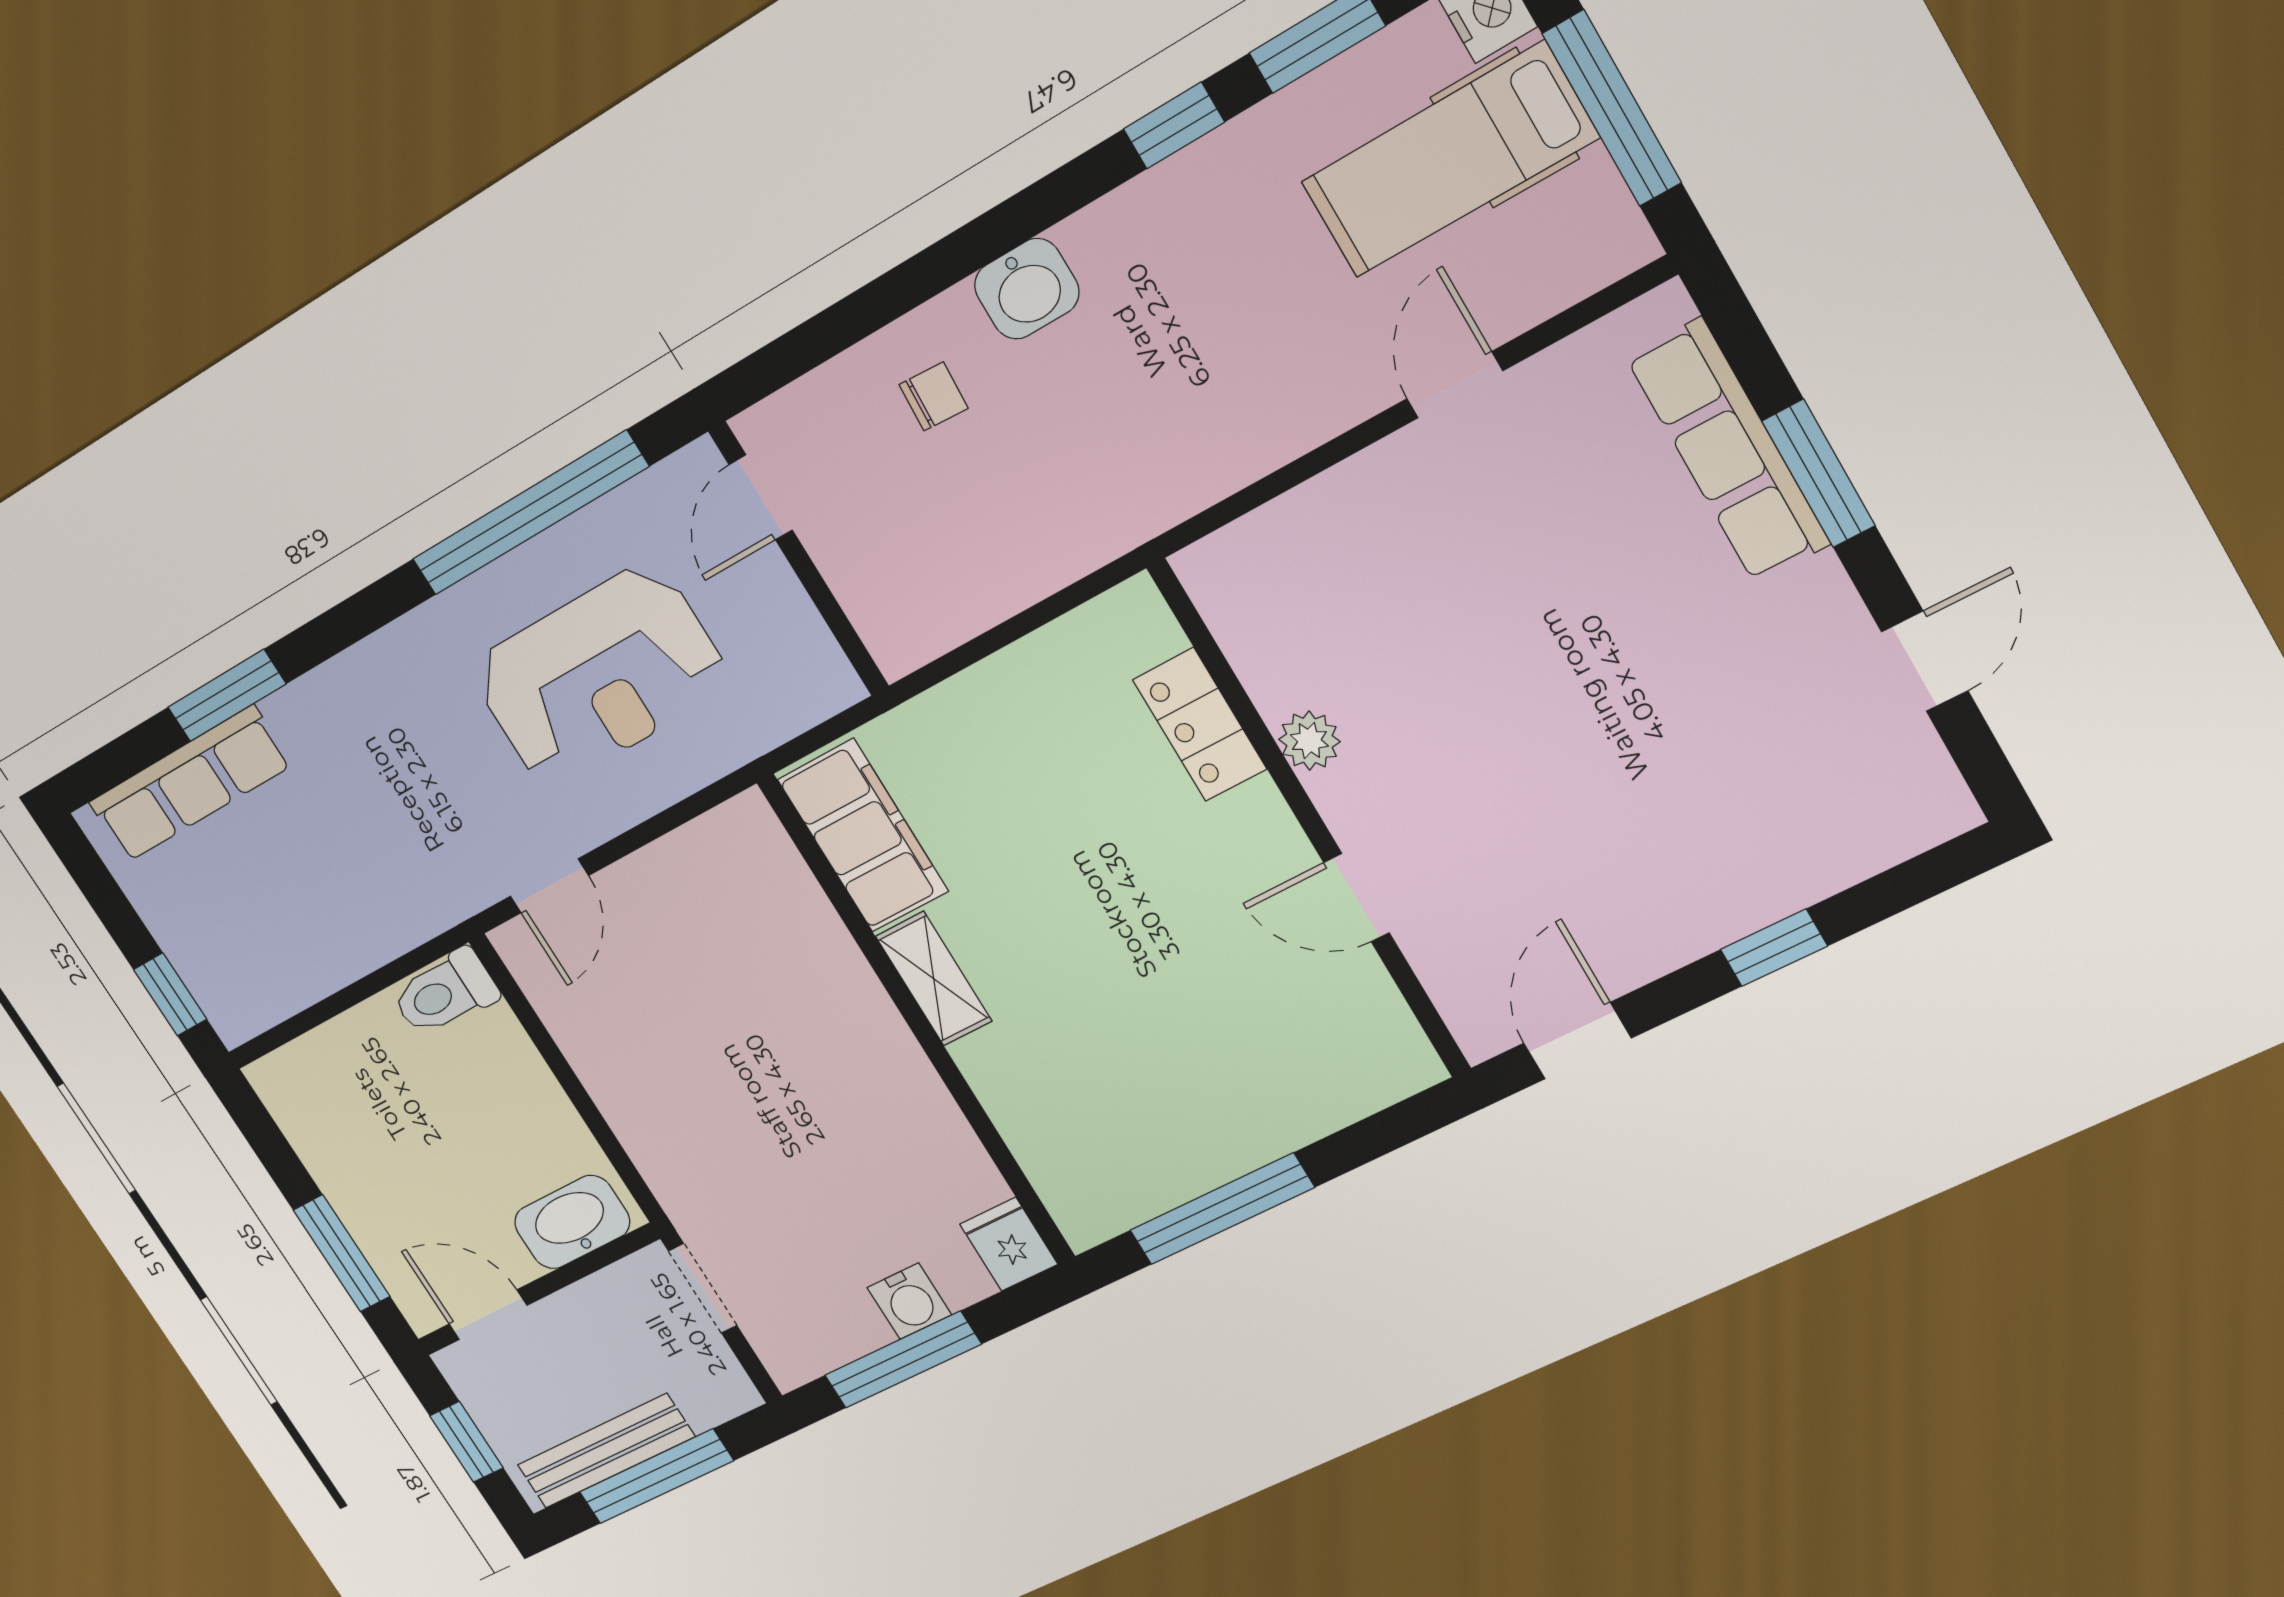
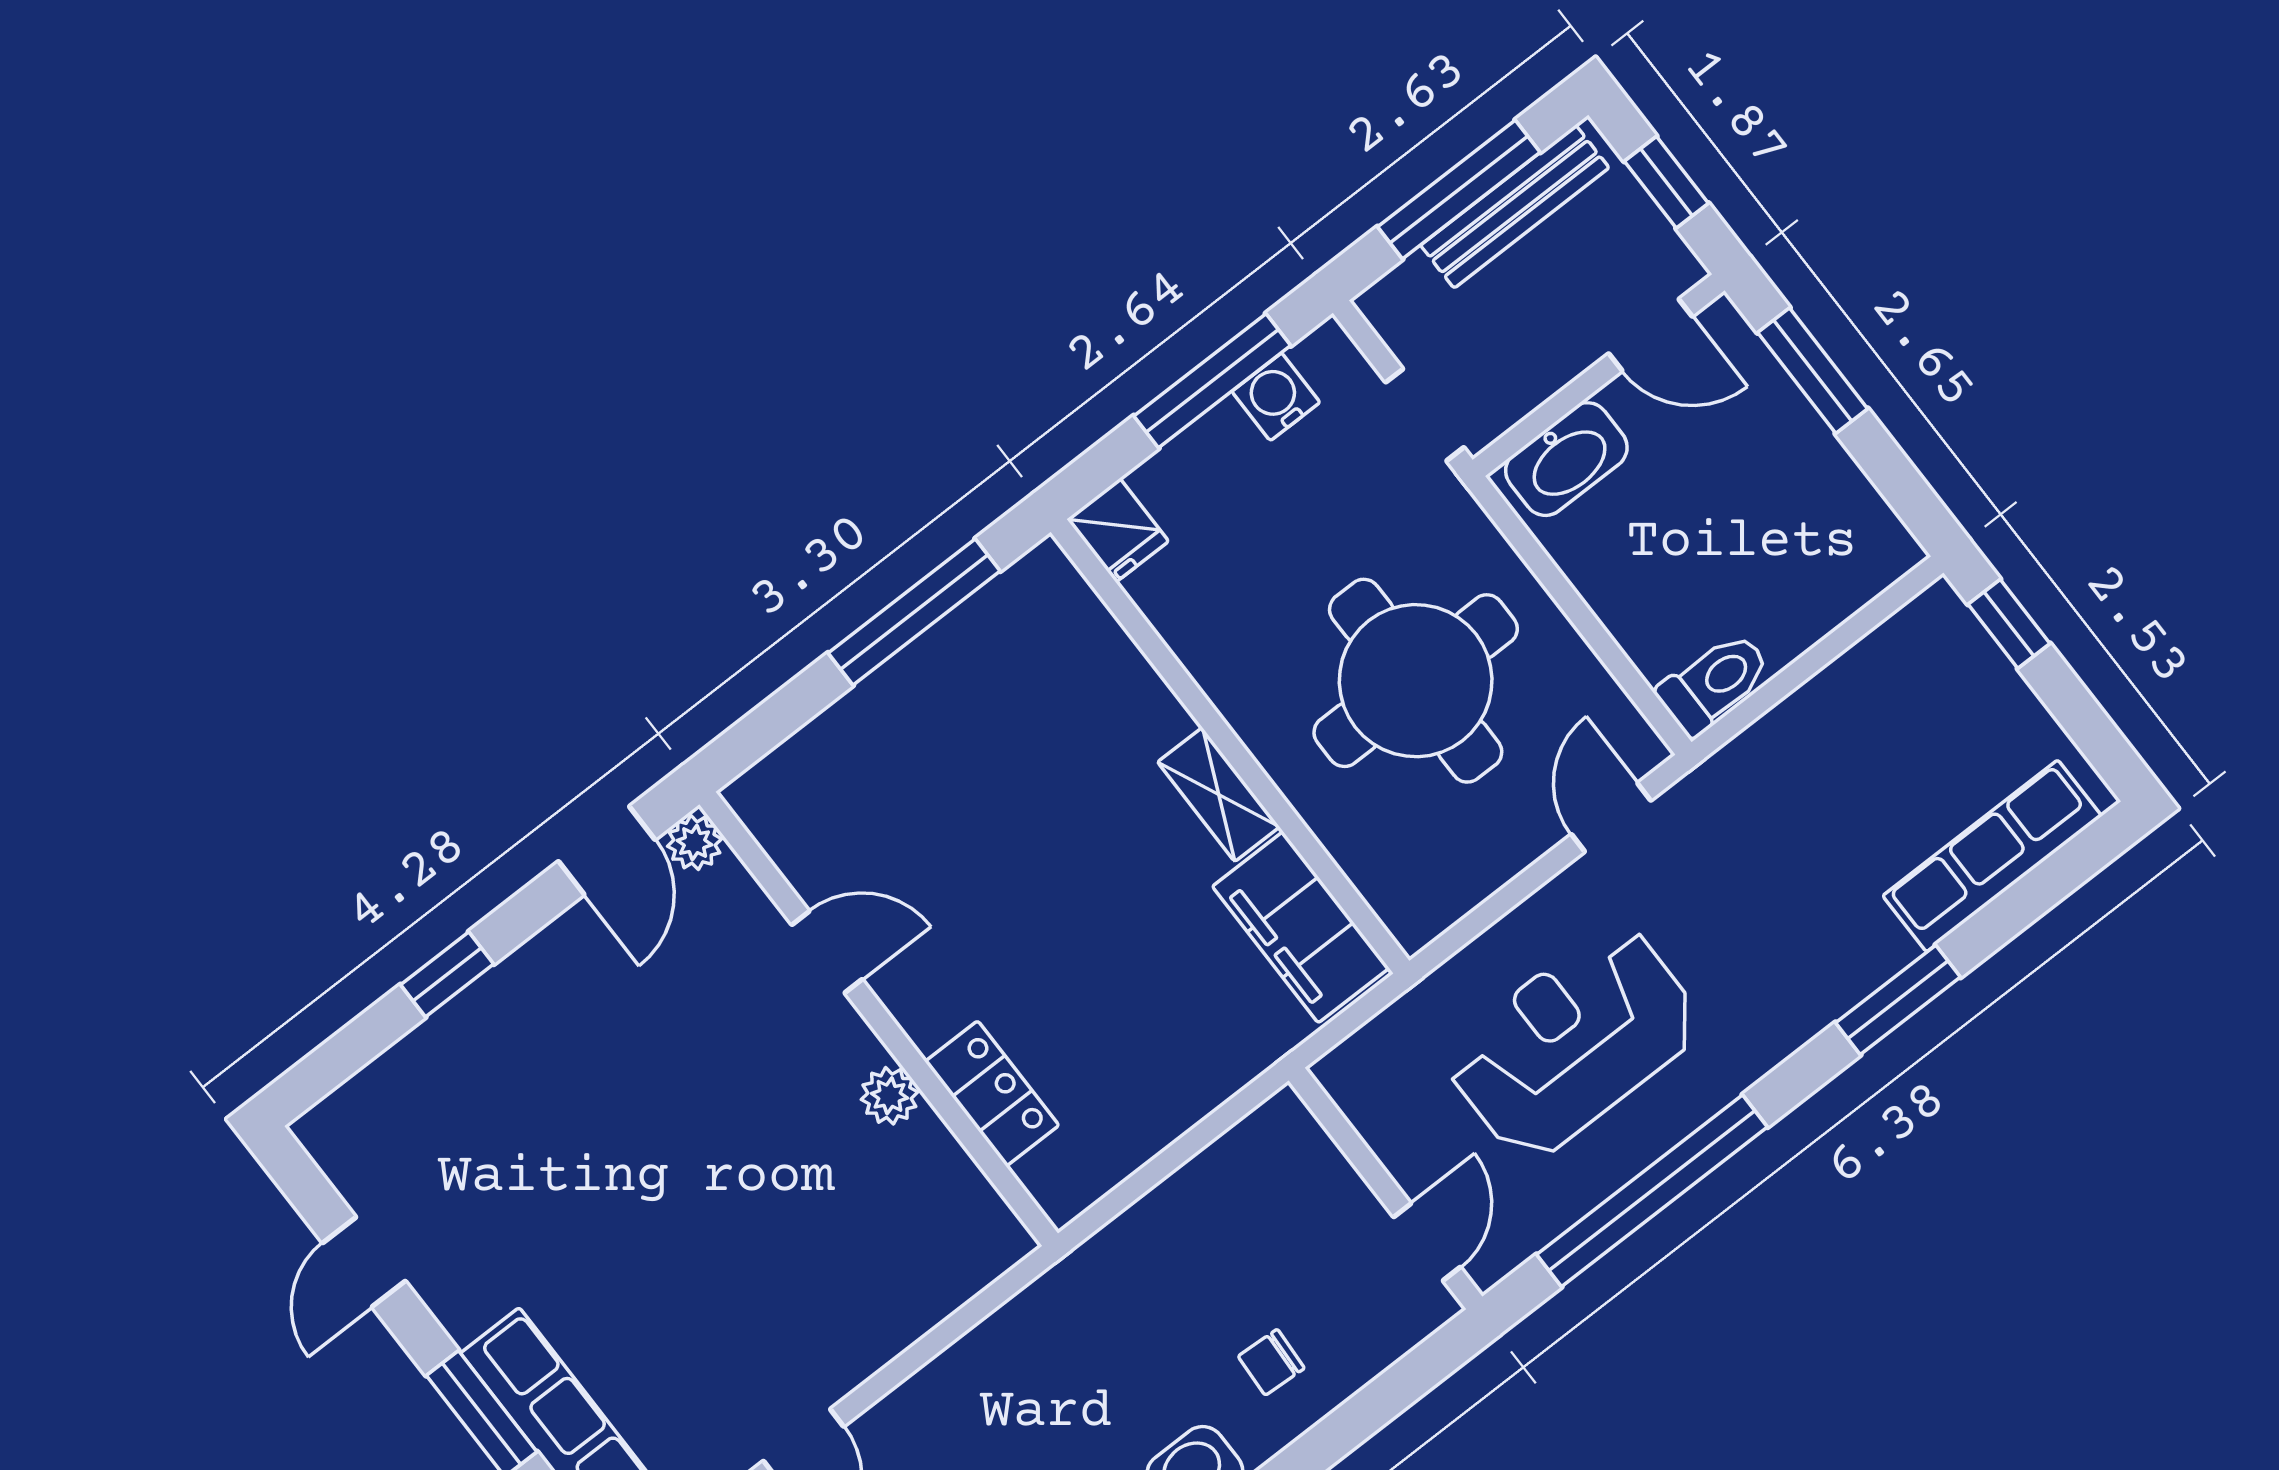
window: (227, 696) -> (1898, 1000), moved
plant: (1482, 1031) -> (695, 843), added
round table: (730, 1049) -> (1416, 681), added
water cooler: (909, 1301) -> (1276, 397), moved

